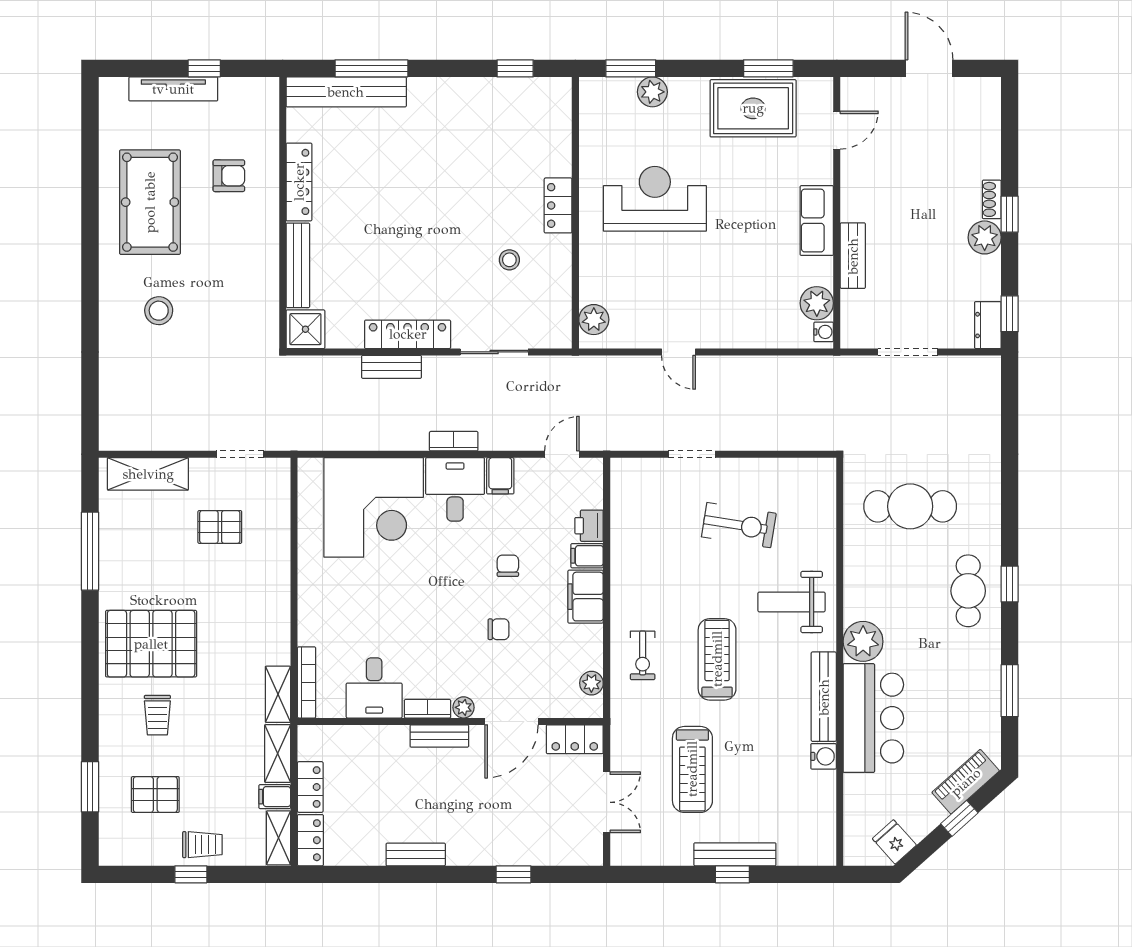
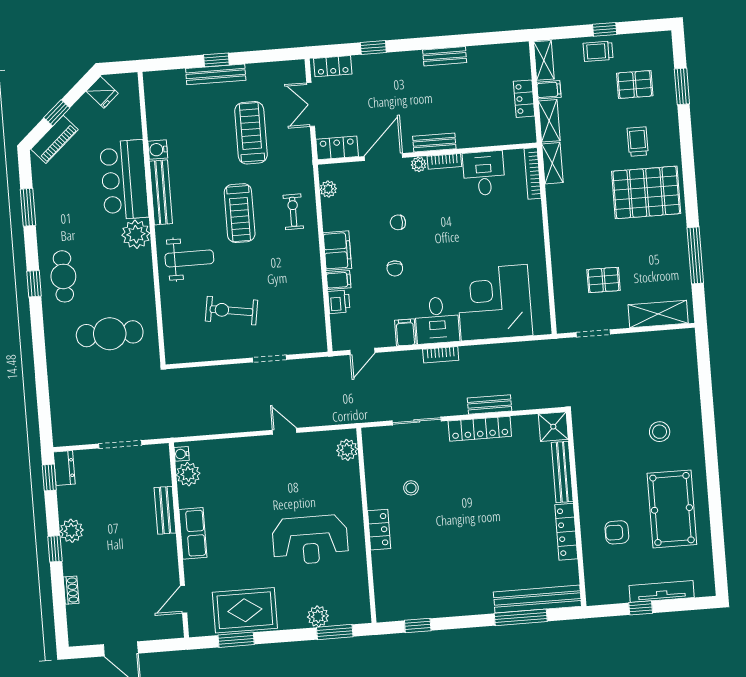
shoe rack: (992, 199) -> (71, 590), moved
locker: (310, 840) -> (333, 66), moved, turned -90

